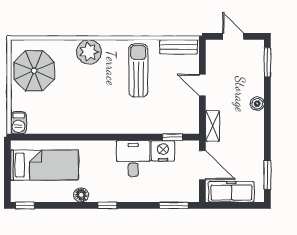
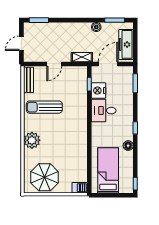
boiler: (257, 104) -> (96, 27), moved

